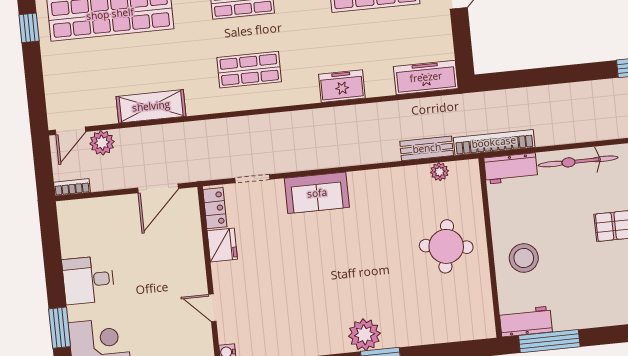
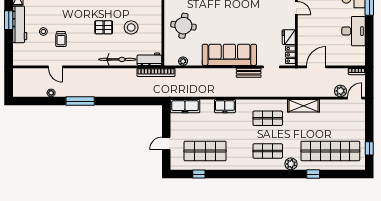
shelving: (151, 106) -> (304, 106), moved
bench: (427, 148) -> (249, 73), moved
sofa: (317, 193) -> (229, 55), width x1.85, depth x1.27
stool: (524, 258) -> (131, 27), moved
desk: (88, 280) -> (353, 31), width x1.37

